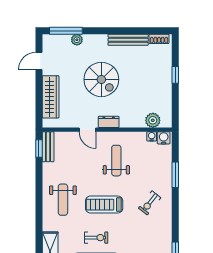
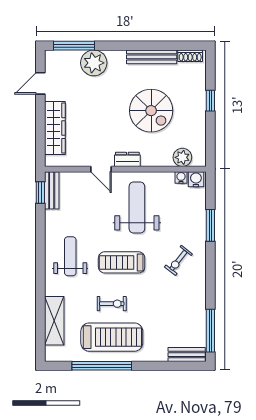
plant: (77, 40) -> (94, 63), width x1.87, depth x1.87
spiral stairs: (101, 79) -> (151, 111), moved
weight bench: (116, 161) -> (137, 208), width x1.36, depth x1.33
weight bench: (63, 200) -> (70, 256), turned 180

